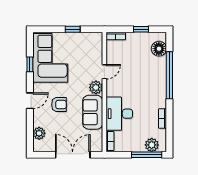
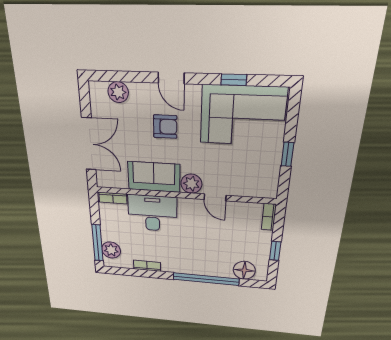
armchair: (59, 105) -> (165, 127), turned -90

